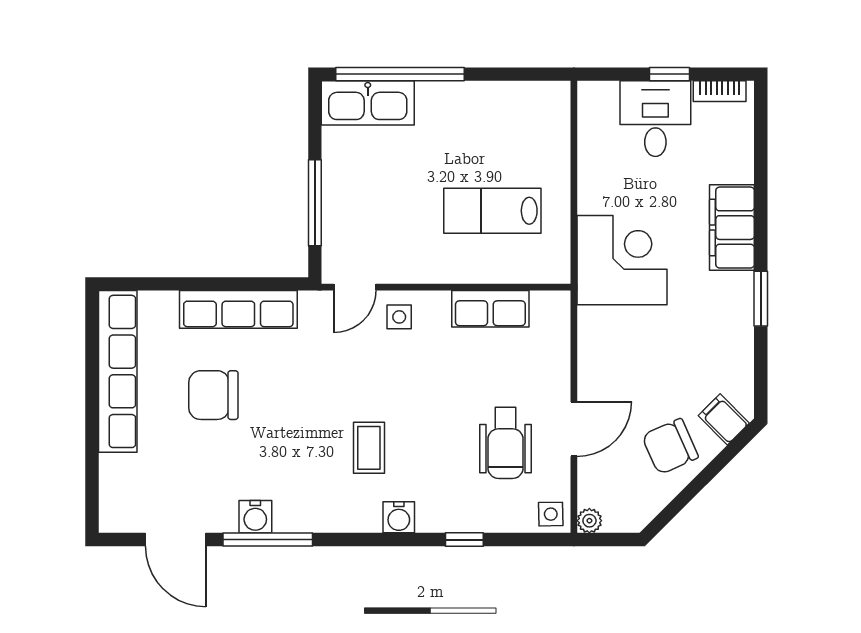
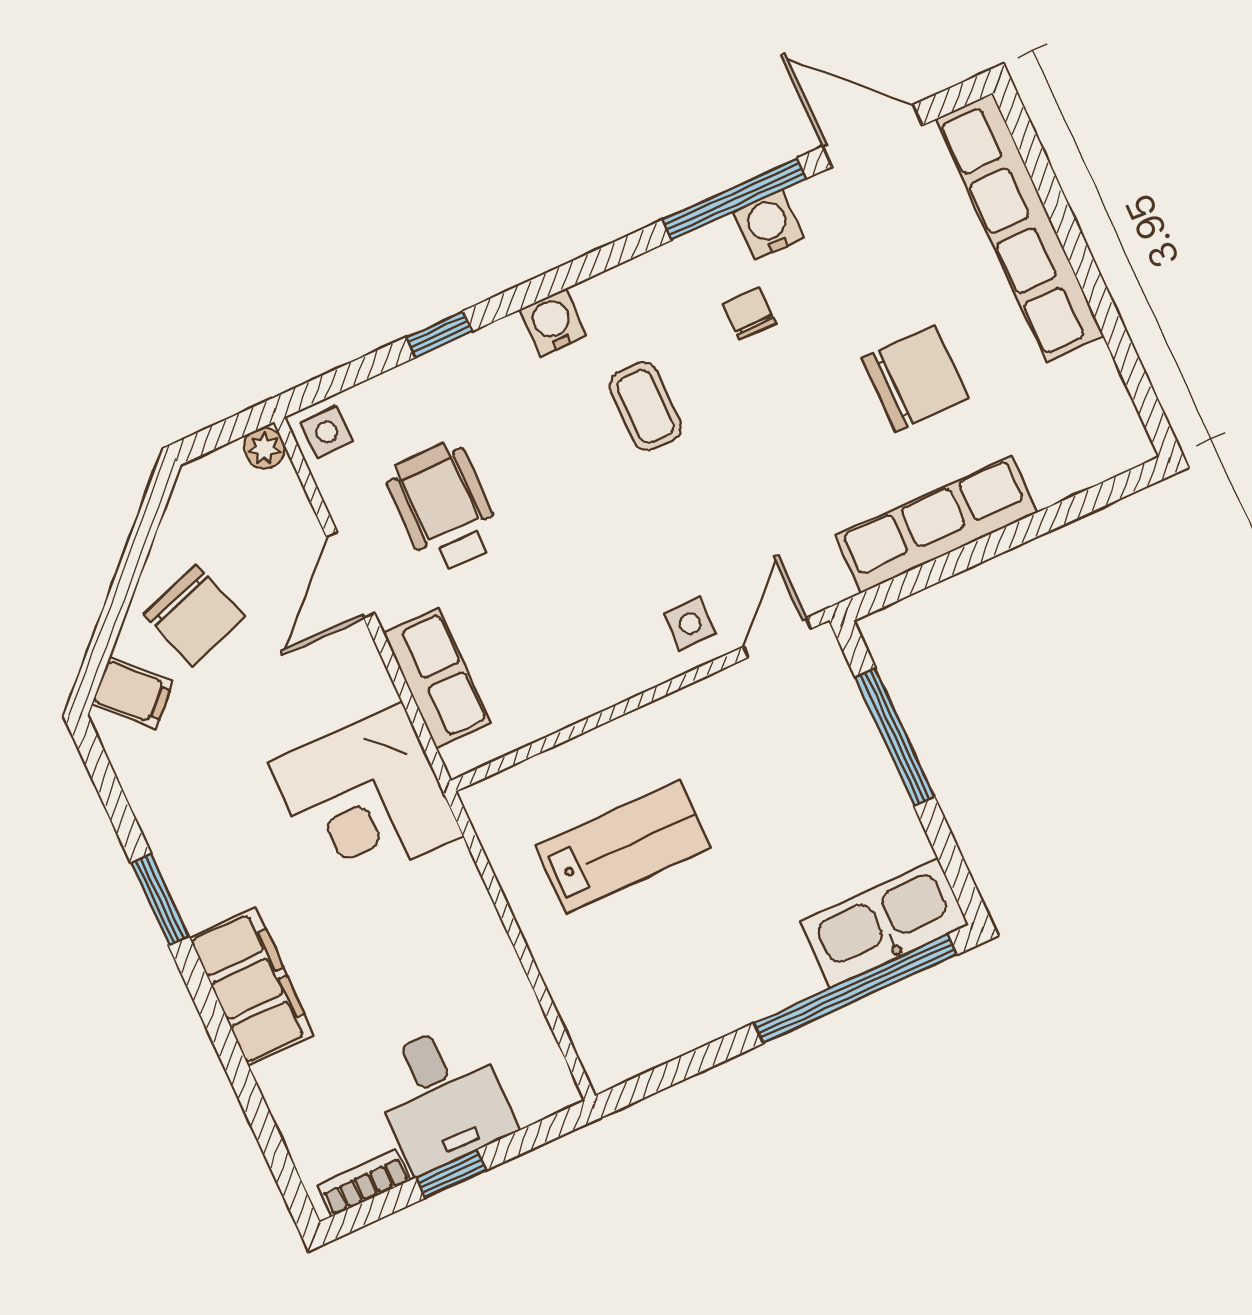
corner desk: (622, 260) -> (366, 799), moved
row of seats: (490, 309) -> (437, 678), moved, turned 90
row of seats: (118, 371) -> (1020, 228), moved
chair: (670, 446) -> (194, 615), turned 95
chair: (288, 473) -> (749, 314), added

